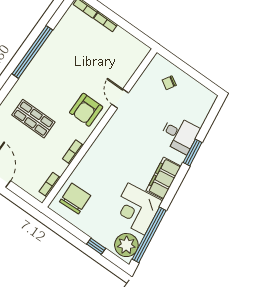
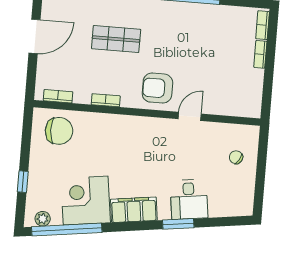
shop shelf: (33, 119) -> (116, 39), turned 90
plant: (126, 245) -> (43, 219), width x0.53, depth x0.53

